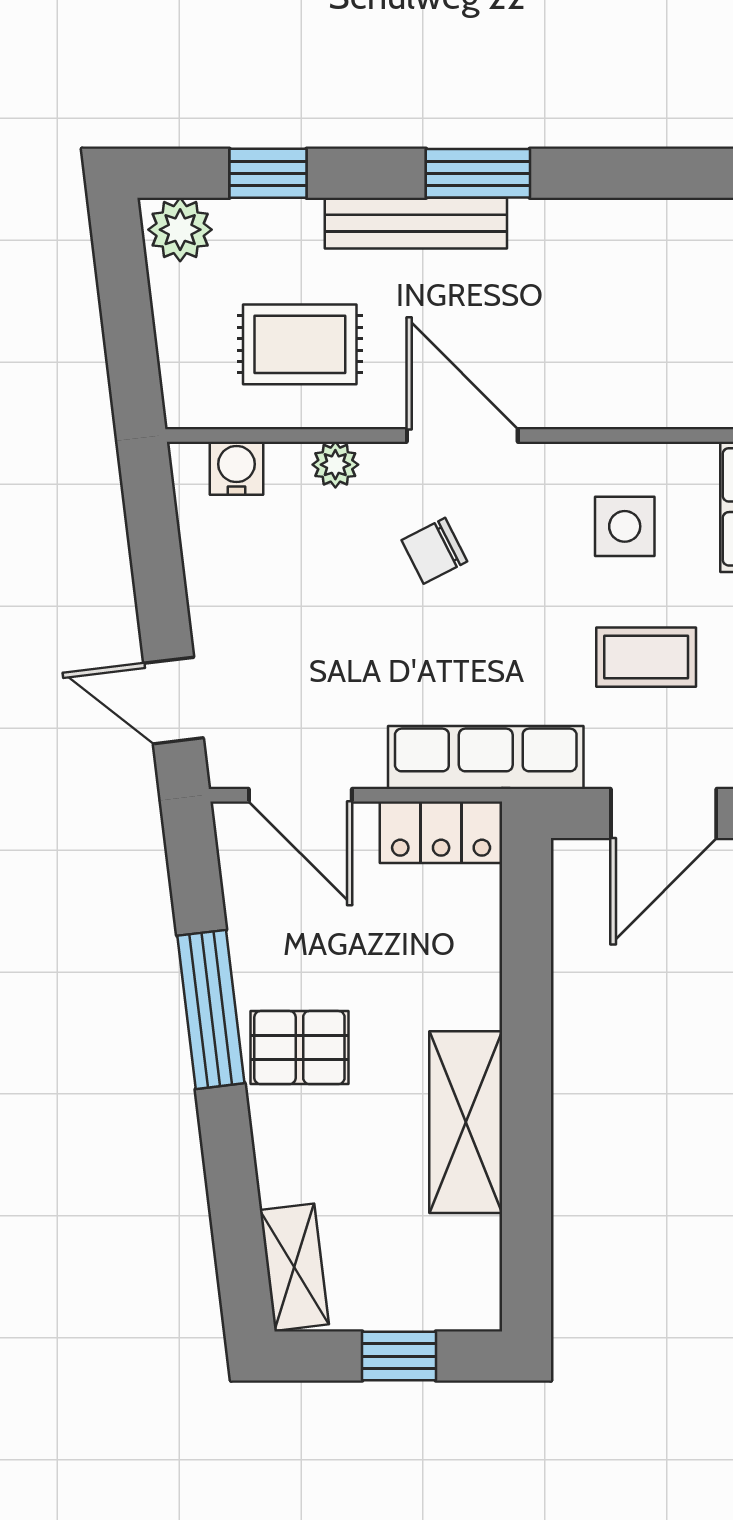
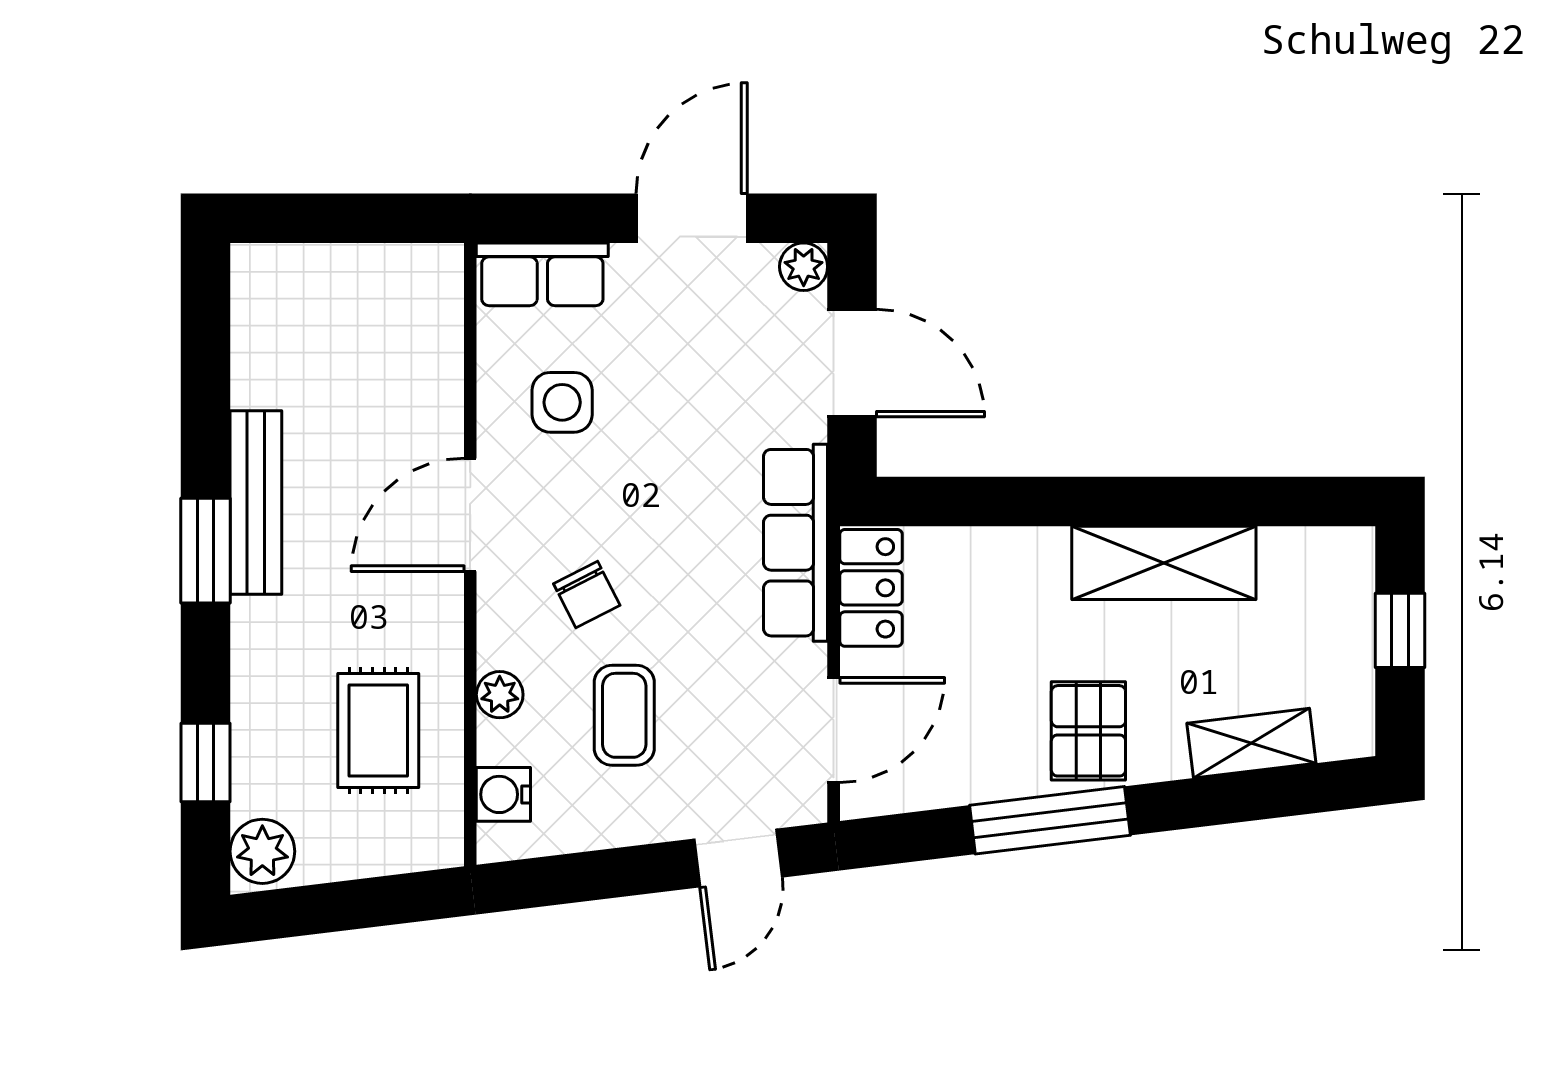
bench: (416, 223) -> (256, 502), moved
door: (462, 435) -> (470, 515), moved
coffee table: (646, 657) -> (624, 715), moved
shelving: (294, 1267) -> (1251, 743), moved

